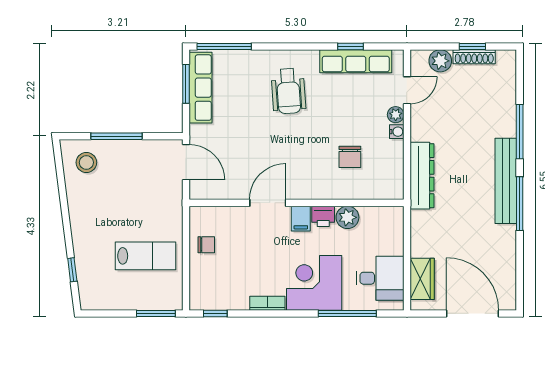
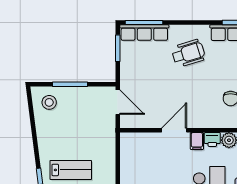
row of seats: (201, 88) -> (144, 33), moved, turned 90
wheelchair: (288, 91) -> (188, 53), turned -103
chair: (206, 245) -> (132, 159), removed
lab bench: (146, 256) -> (71, 170), moved

